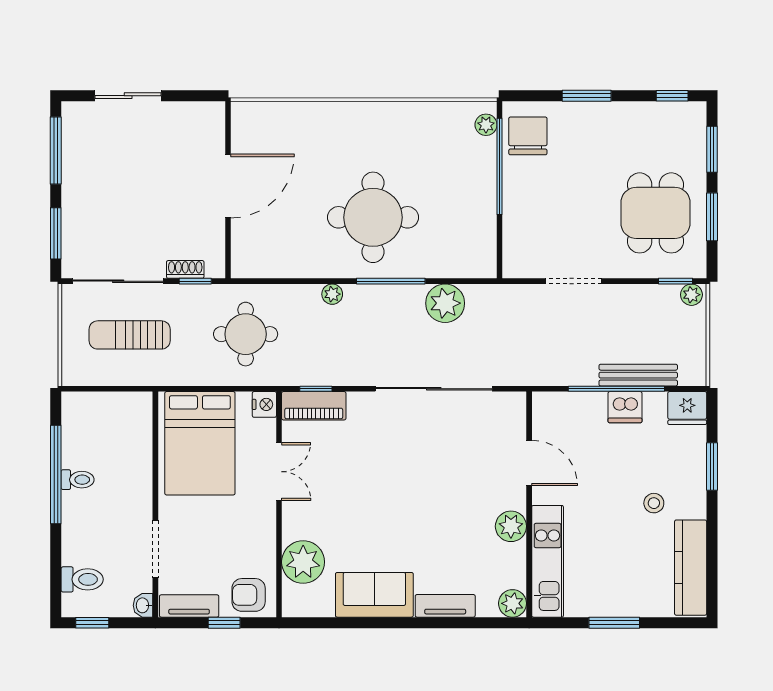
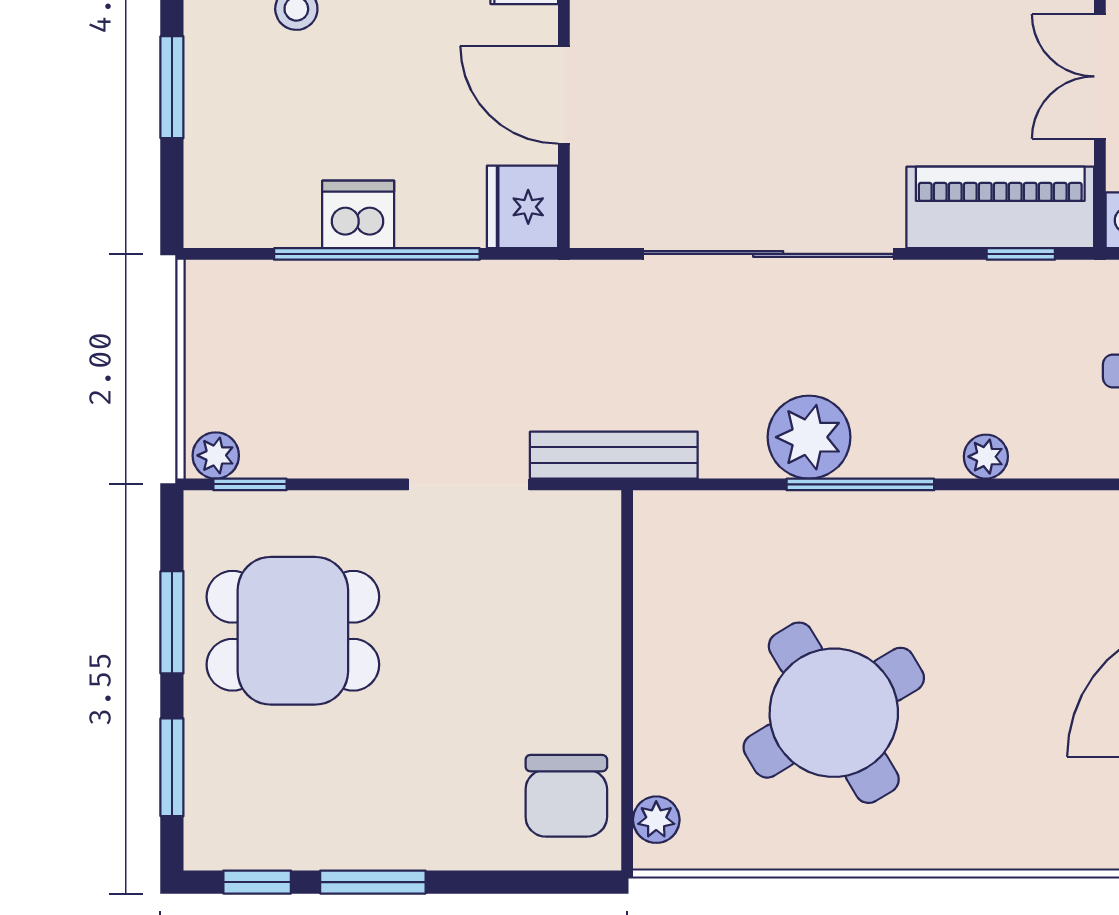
window: (587, 96) -> (373, 882), moved
window: (499, 166) -> (627, 731), removed
dining table: (655, 213) -> (293, 631), turned 90
round table: (373, 217) -> (834, 713), moved, turned -31
plant: (445, 303) -> (809, 437), moved
bench: (638, 375) -> (614, 455), moved
piano: (314, 406) -> (1000, 207), width x1.37, depth x1.33
fridge: (687, 408) -> (522, 207), moved, turned -90

